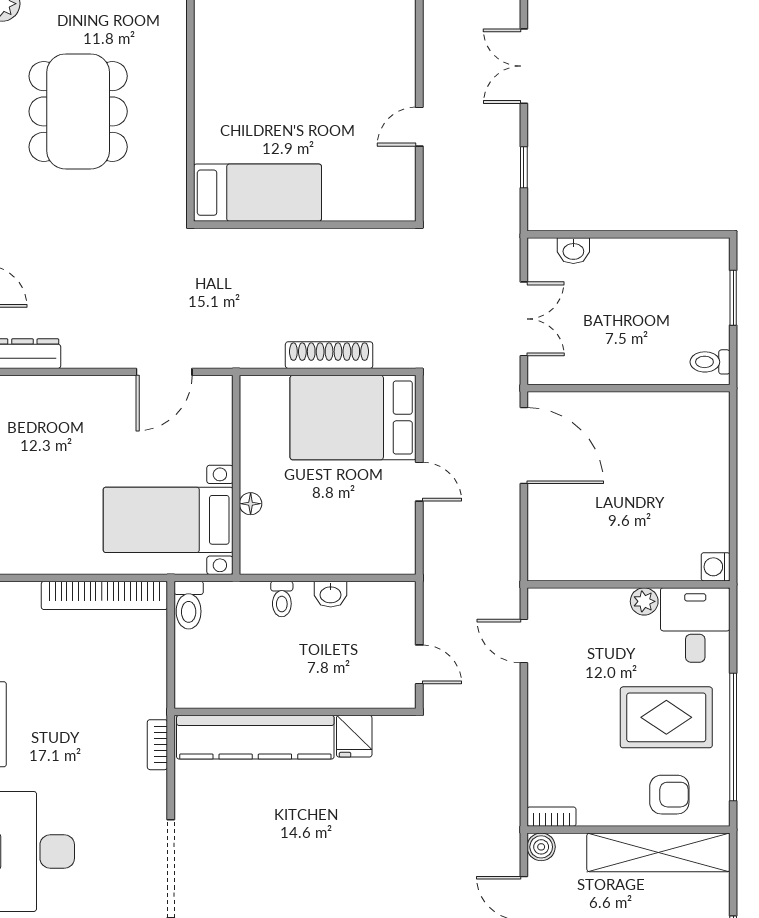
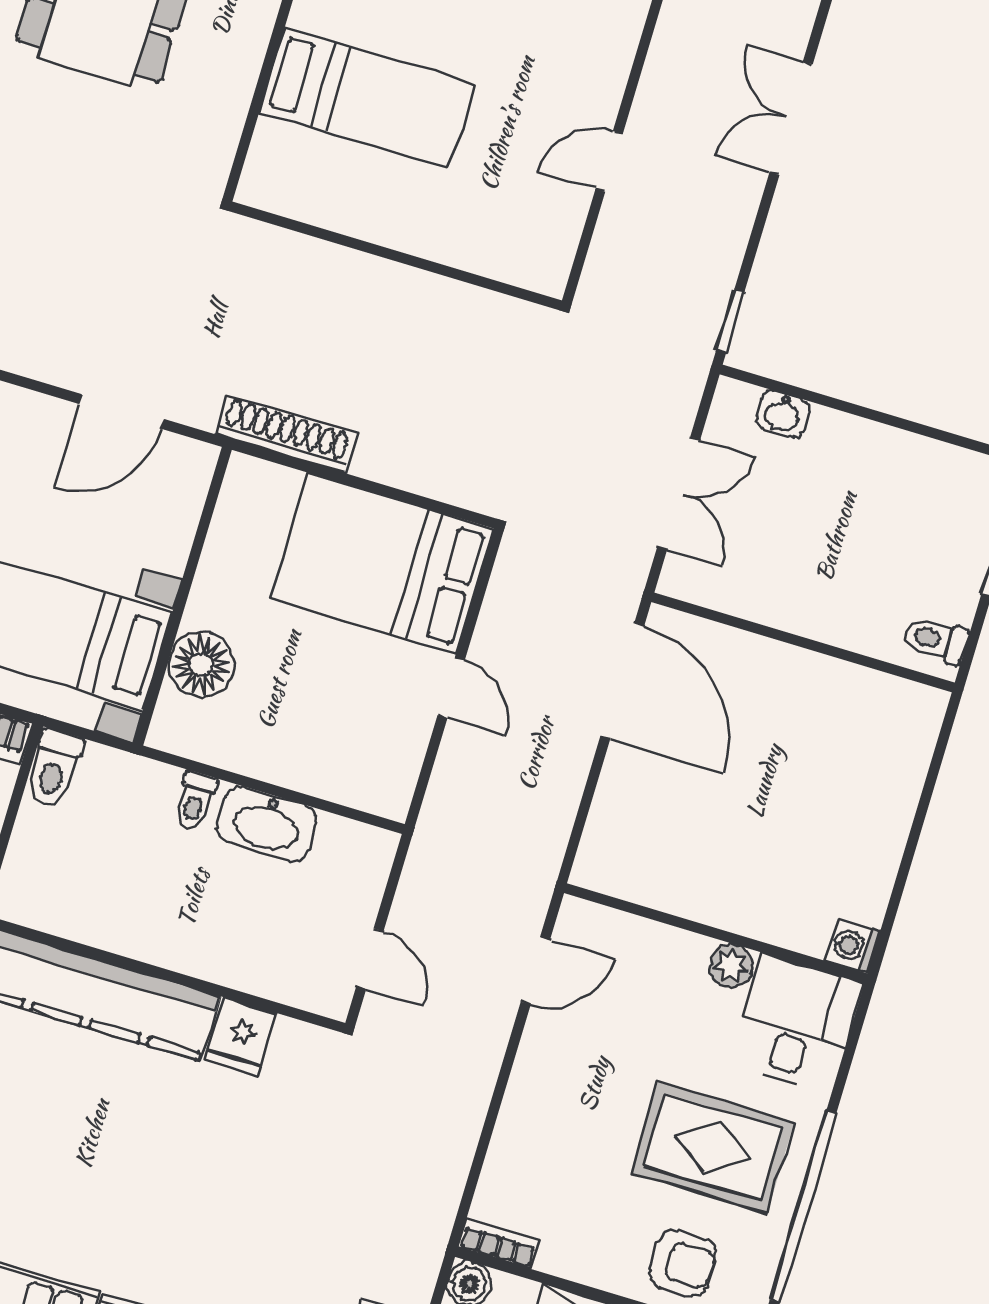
window: (524, 167) -> (730, 321), moved
bed: (257, 193) -> (367, 98), moved
shoe rack: (329, 355) -> (286, 434), moved
floor lamp: (251, 504) -> (201, 665), width x1.89, depth x1.89
washbasin: (331, 594) -> (267, 824), width x1.91, depth x1.45
door: (524, 641) -> (535, 971), swing flipped

